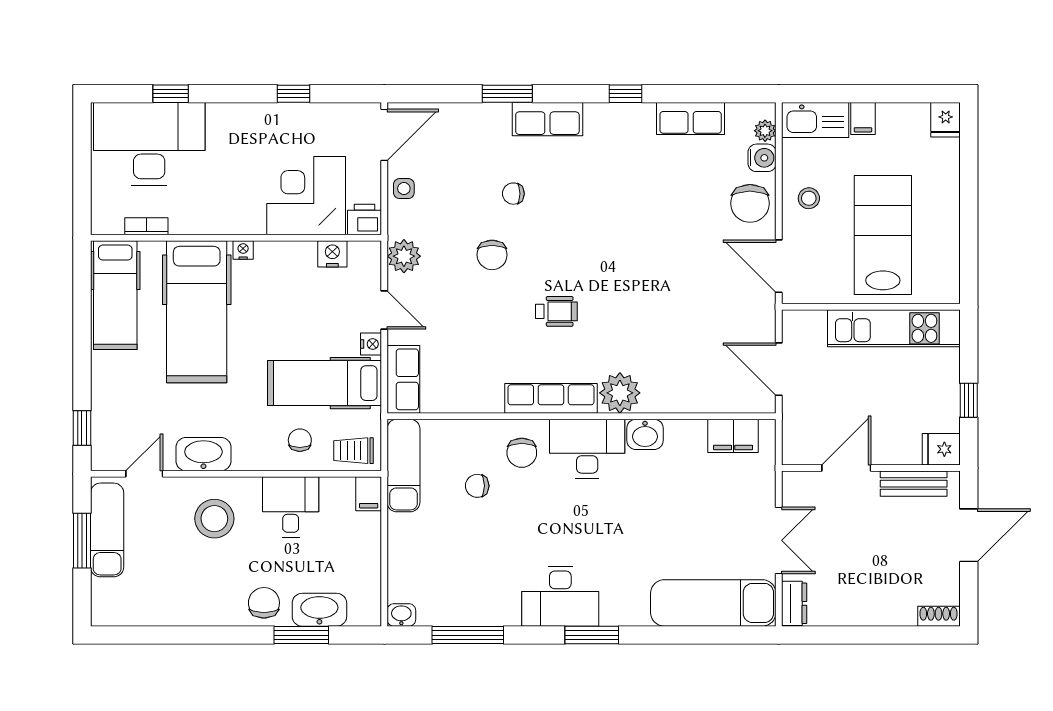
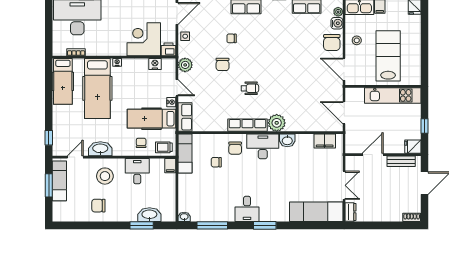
desk: (560, 596) -> (247, 209), width x0.73
chair: (264, 603) -> (98, 206), moved, turned -90

